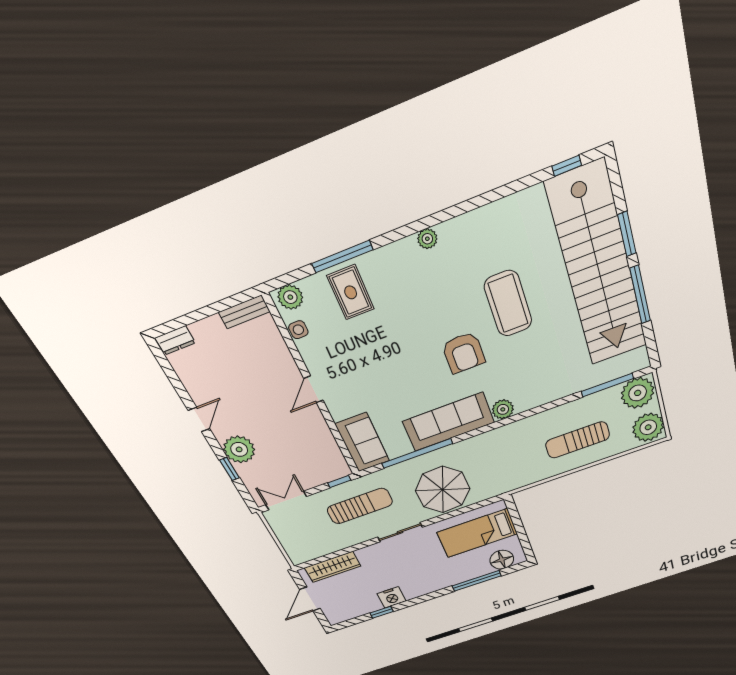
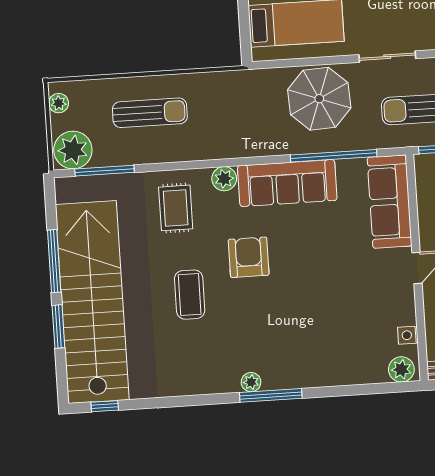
window: (342, 257) -> (271, 395), moved
rug: (351, 292) -> (176, 208), moved
coffee table: (508, 304) -> (190, 295), width x0.73, depth x0.76
plant: (648, 427) -> (59, 103), width x0.53, depth x0.53
sofa: (362, 442) -> (390, 202), width x1.36

